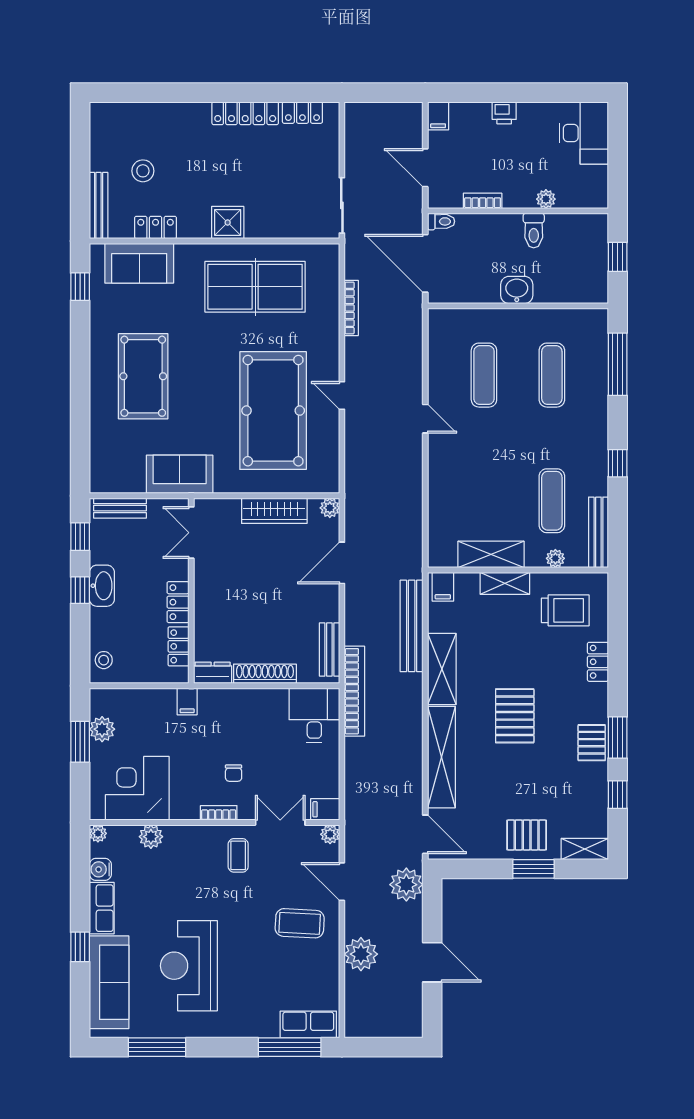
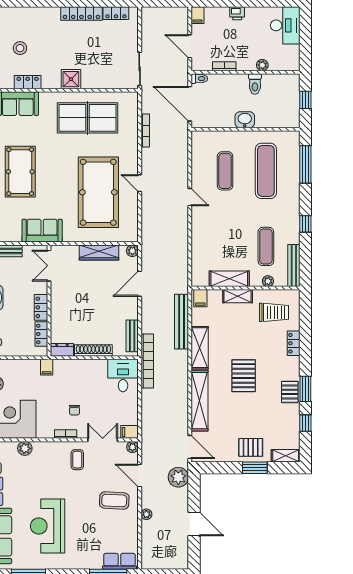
exercise mat: (552, 375) -> (266, 171), width x1.36, depth x1.45
plant: (361, 954) -> (146, 514), width x0.53, depth x0.53

